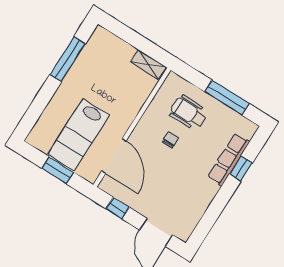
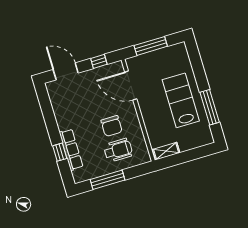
lab bench: (79, 135) -> (181, 100), moved
chair: (170, 140) -> (112, 126), width x1.87, depth x1.87
window: (58, 170) -> (151, 46), width x1.44

